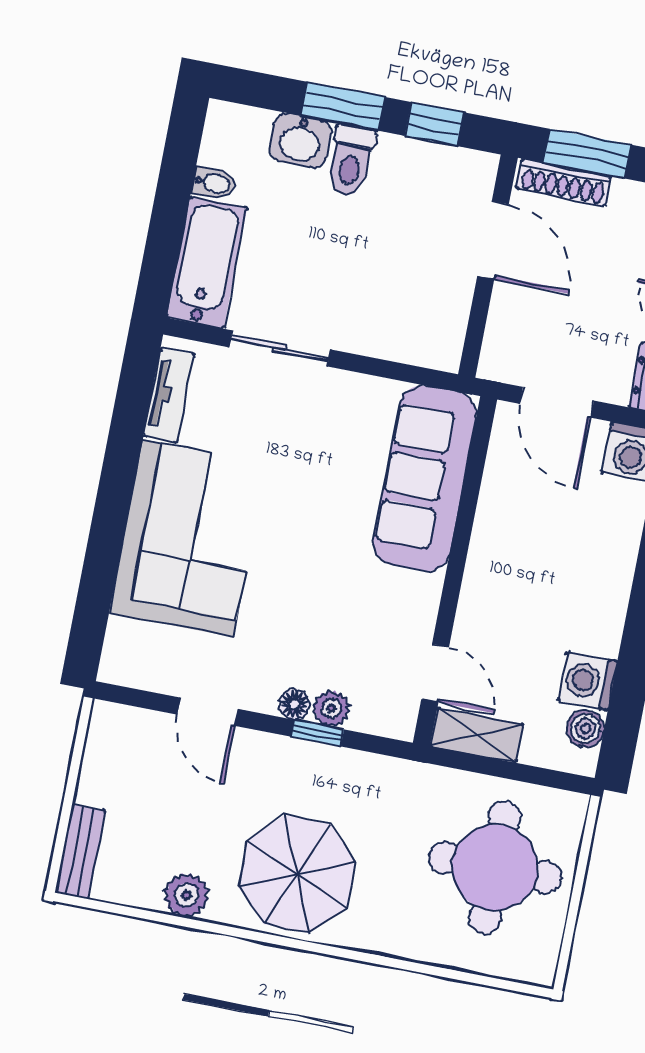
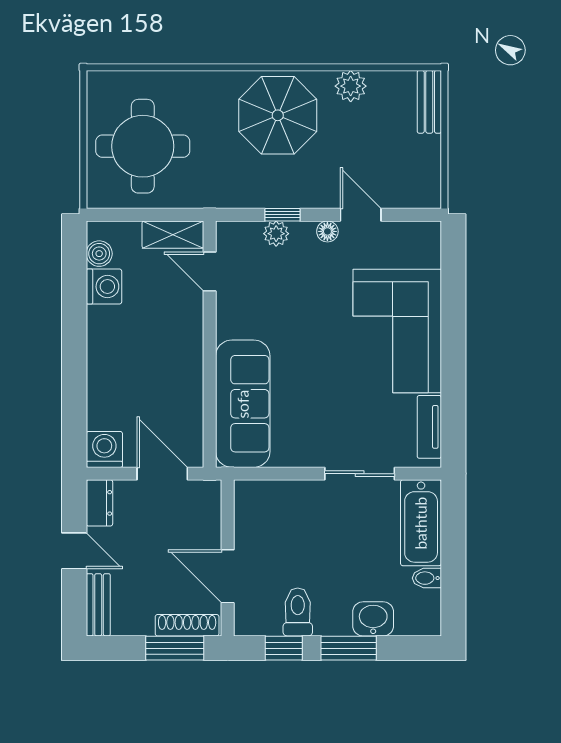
toilet: (351, 161) -> (298, 612), moved
floor lamp: (294, 704) -> (327, 231), moved

